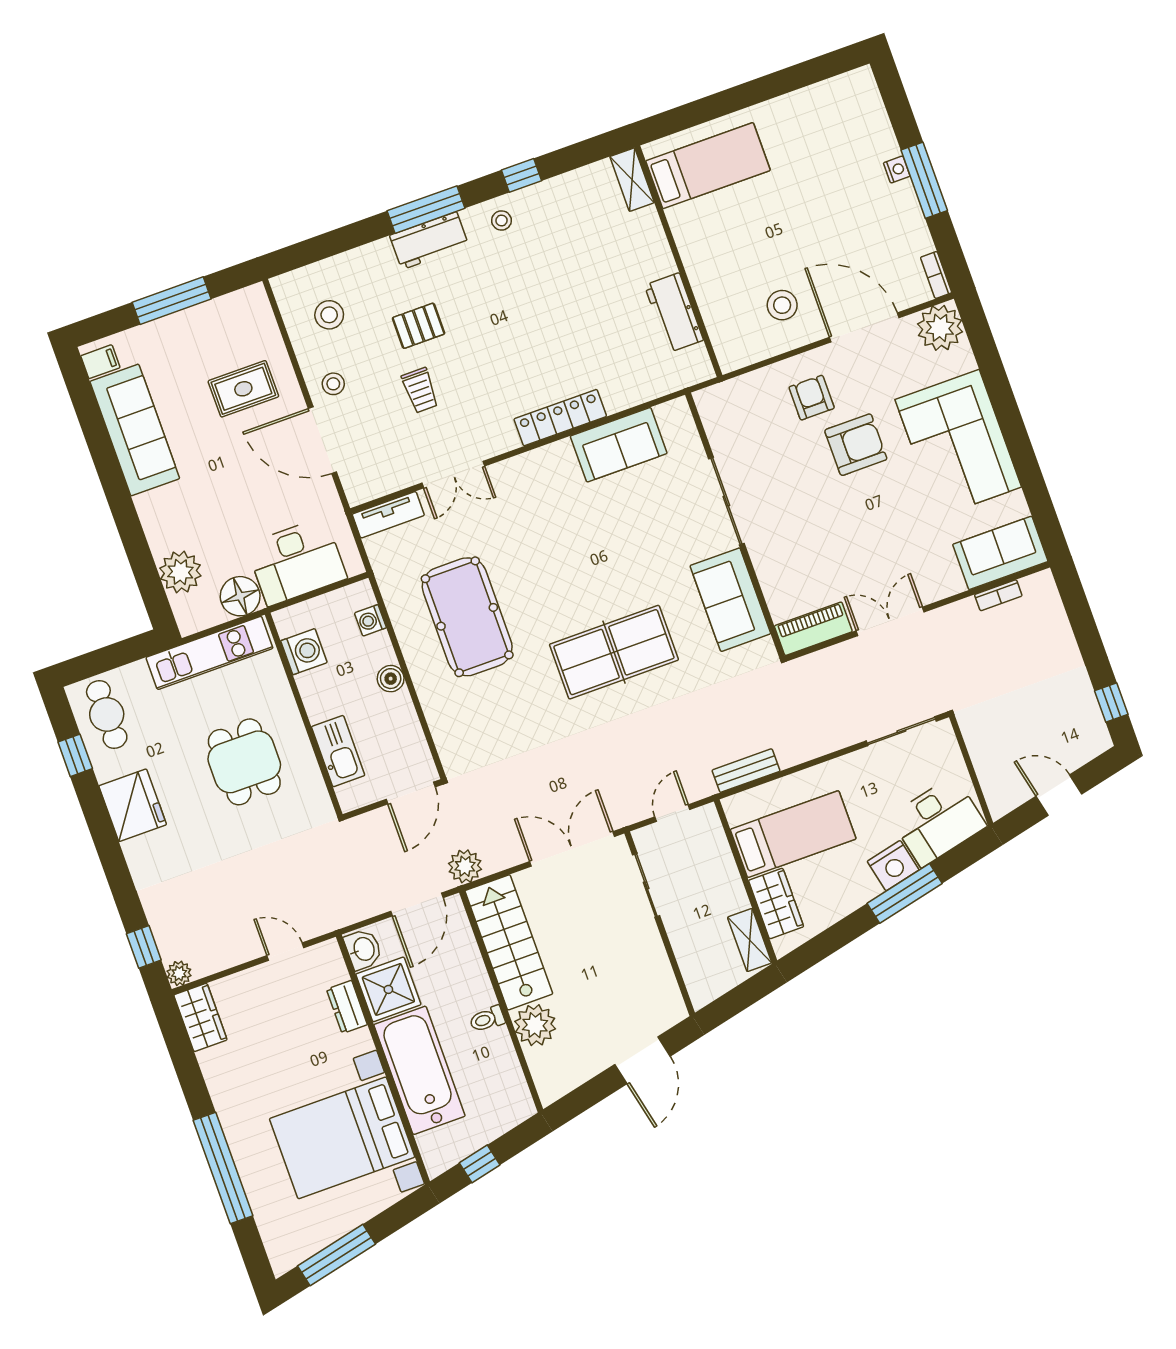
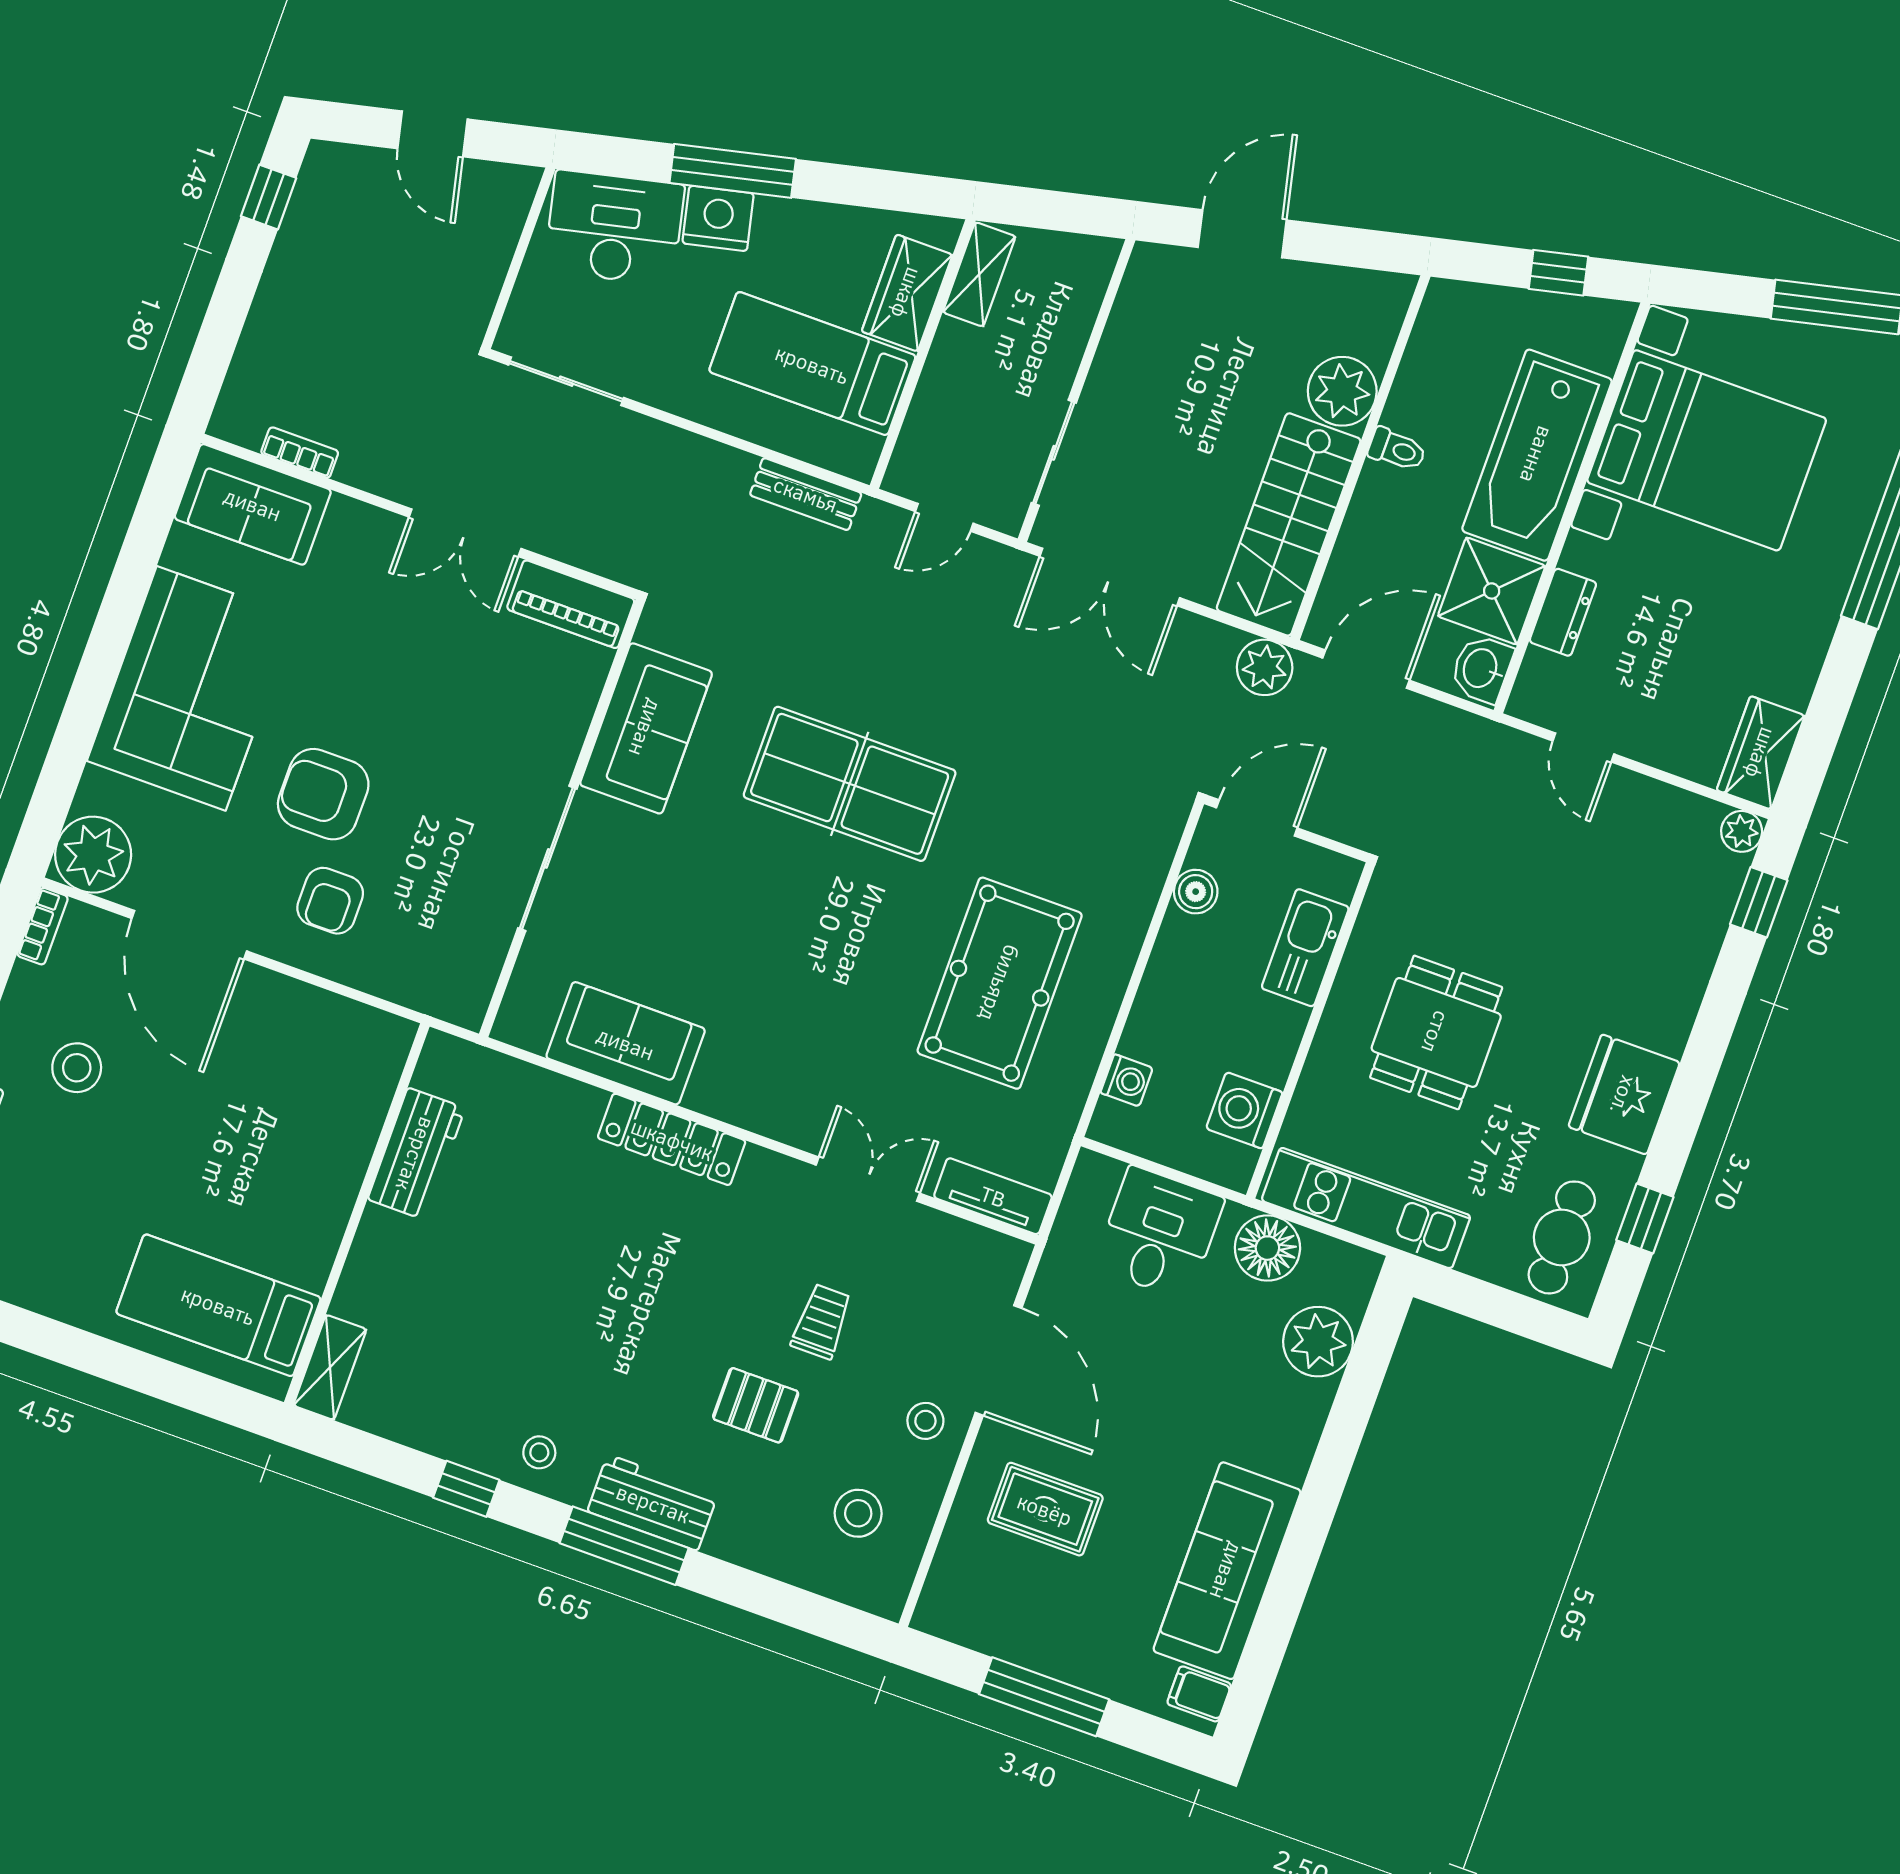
stool: (782, 305) -> (77, 1068), moved
desk: (296, 561) -> (1159, 1233), width x0.73
boiler: (391, 679) -> (1196, 892), moved

